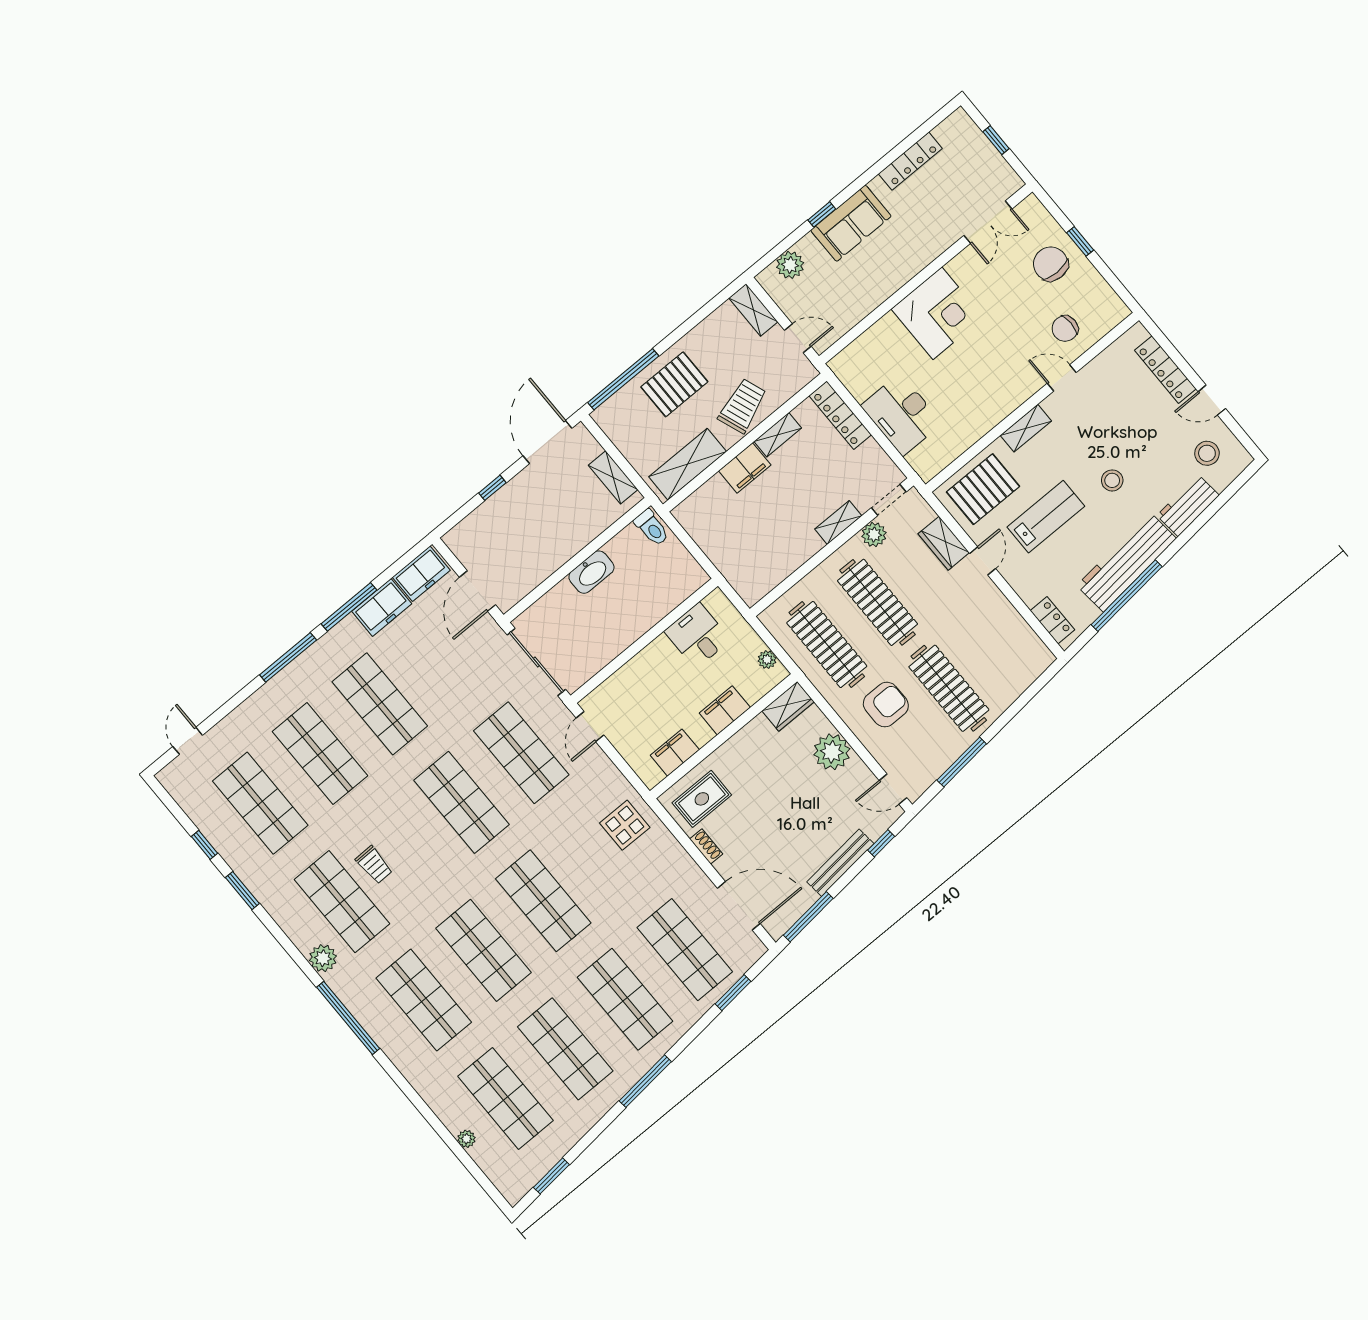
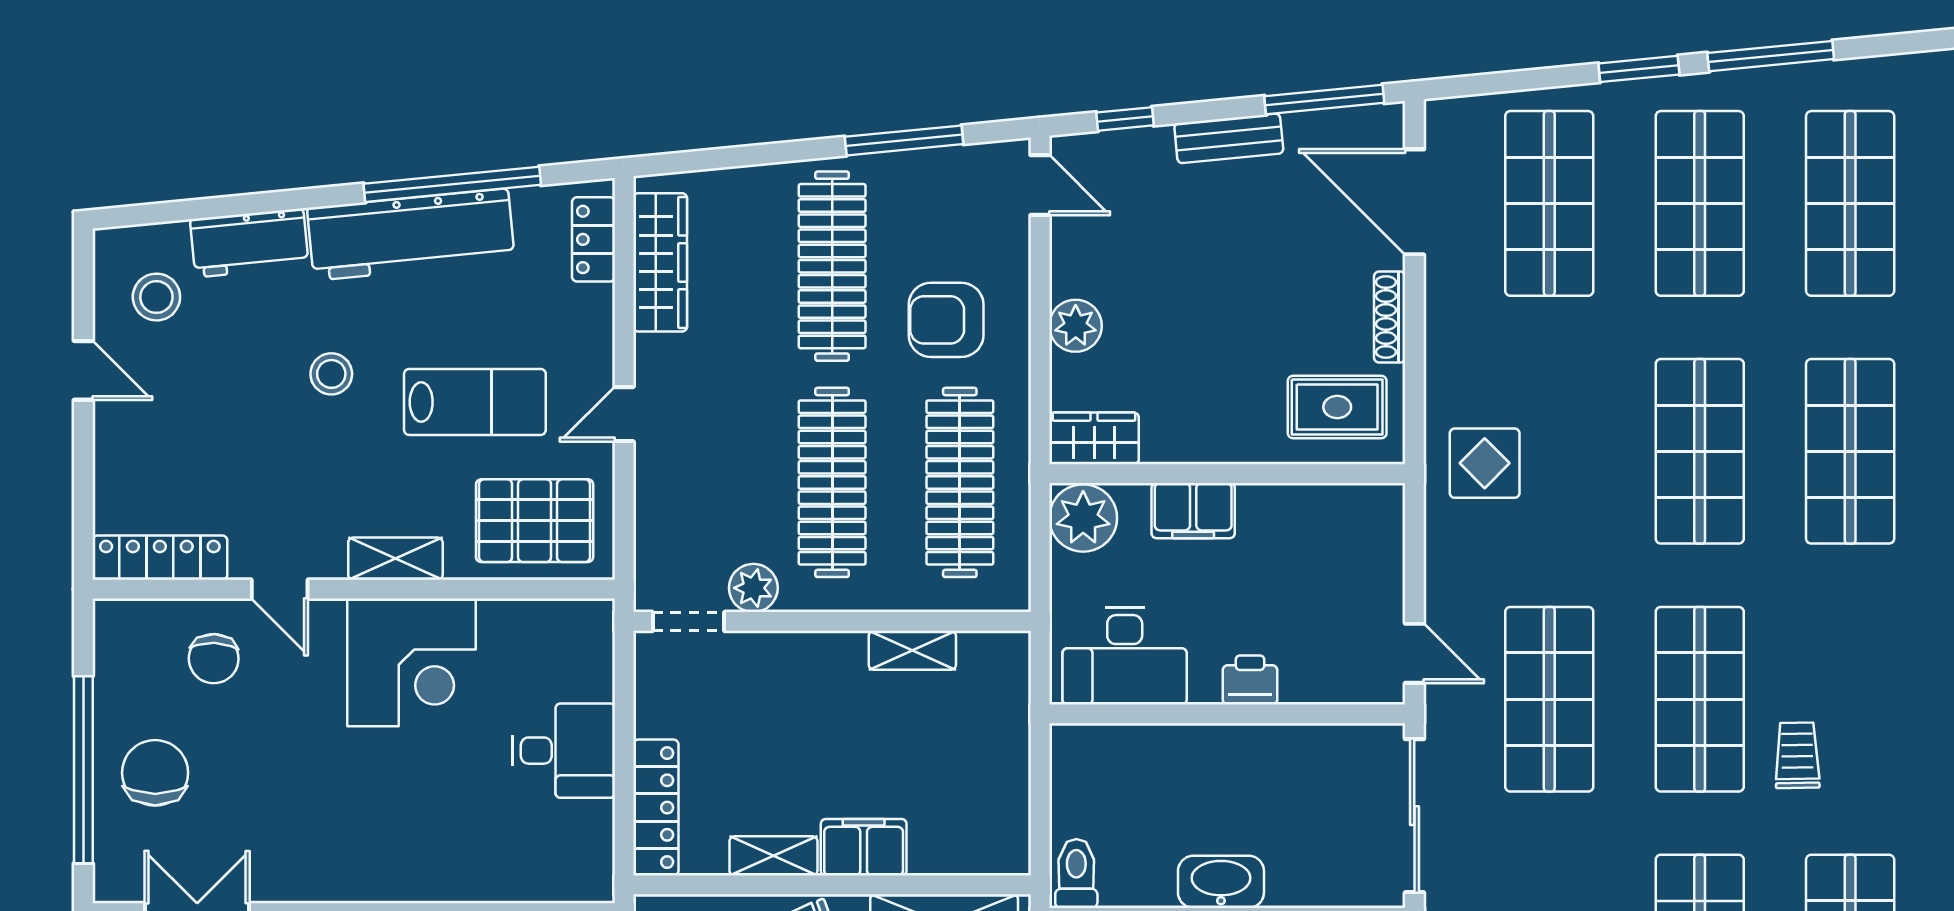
window: (1080, 241) -> (83, 770), width x3.17
chair: (1051, 264) -> (155, 773), turned 180
corner desk: (937, 313) -> (412, 662), moved, turned 180
chair: (1065, 329) -> (214, 659), turned 92
locker: (1165, 370) -> (160, 558), moved, turned -90
desk: (901, 414) -> (564, 751), width x0.73
lab bench: (1046, 517) -> (475, 402), turned 180
shelving: (838, 522) -> (912, 650), moved
wardrobe: (944, 543) -> (660, 262), moved, width x1.50
desk: (697, 636) -> (1125, 656), width x1.37
plant: (767, 660) -> (1083, 518), width x1.87, depth x1.87
printer: (646, 662) -> (1250, 680), added
door: (590, 727) -> (1414, 653), hinge flipped
plant: (832, 752) -> (1076, 326), width x0.73, depth x0.73
filing cabinet: (675, 753) -> (1320, 509), removed
shoe rack: (706, 847) -> (1390, 317), width x1.43
bench: (840, 863) -> (1229, 138), width x0.73
trolley: (374, 865) -> (1797, 755), moved
window: (733, 993) -> (1639, 69), moved

